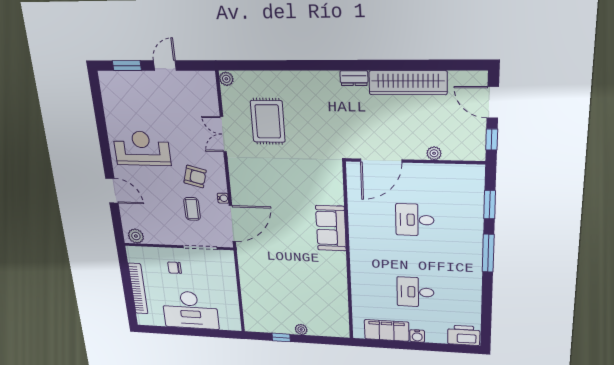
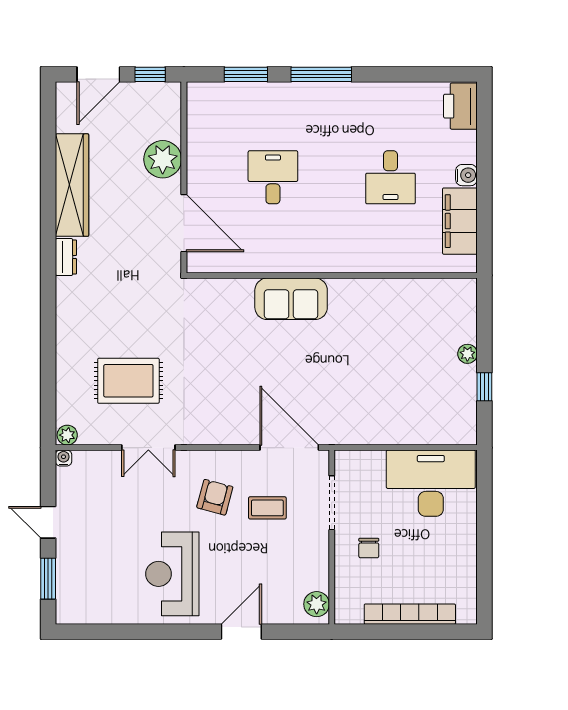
plant: (434, 153) -> (163, 159), width x1.88, depth x1.88
water cooler: (223, 198) -> (64, 458), moved
desk: (415, 220) -> (273, 177), turned 180
desk: (190, 310) -> (431, 483), moved, turned -90

